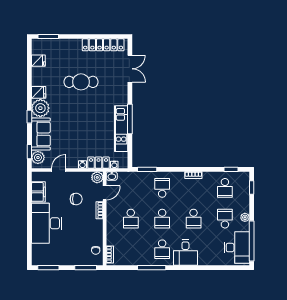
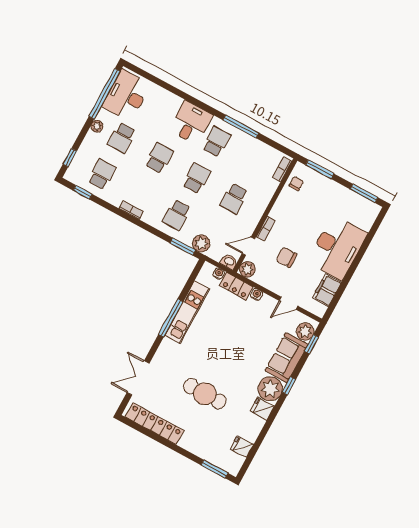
plant: (136, 178) -> (201, 243), added
school desk: (131, 219) -> (234, 199), turned 180

